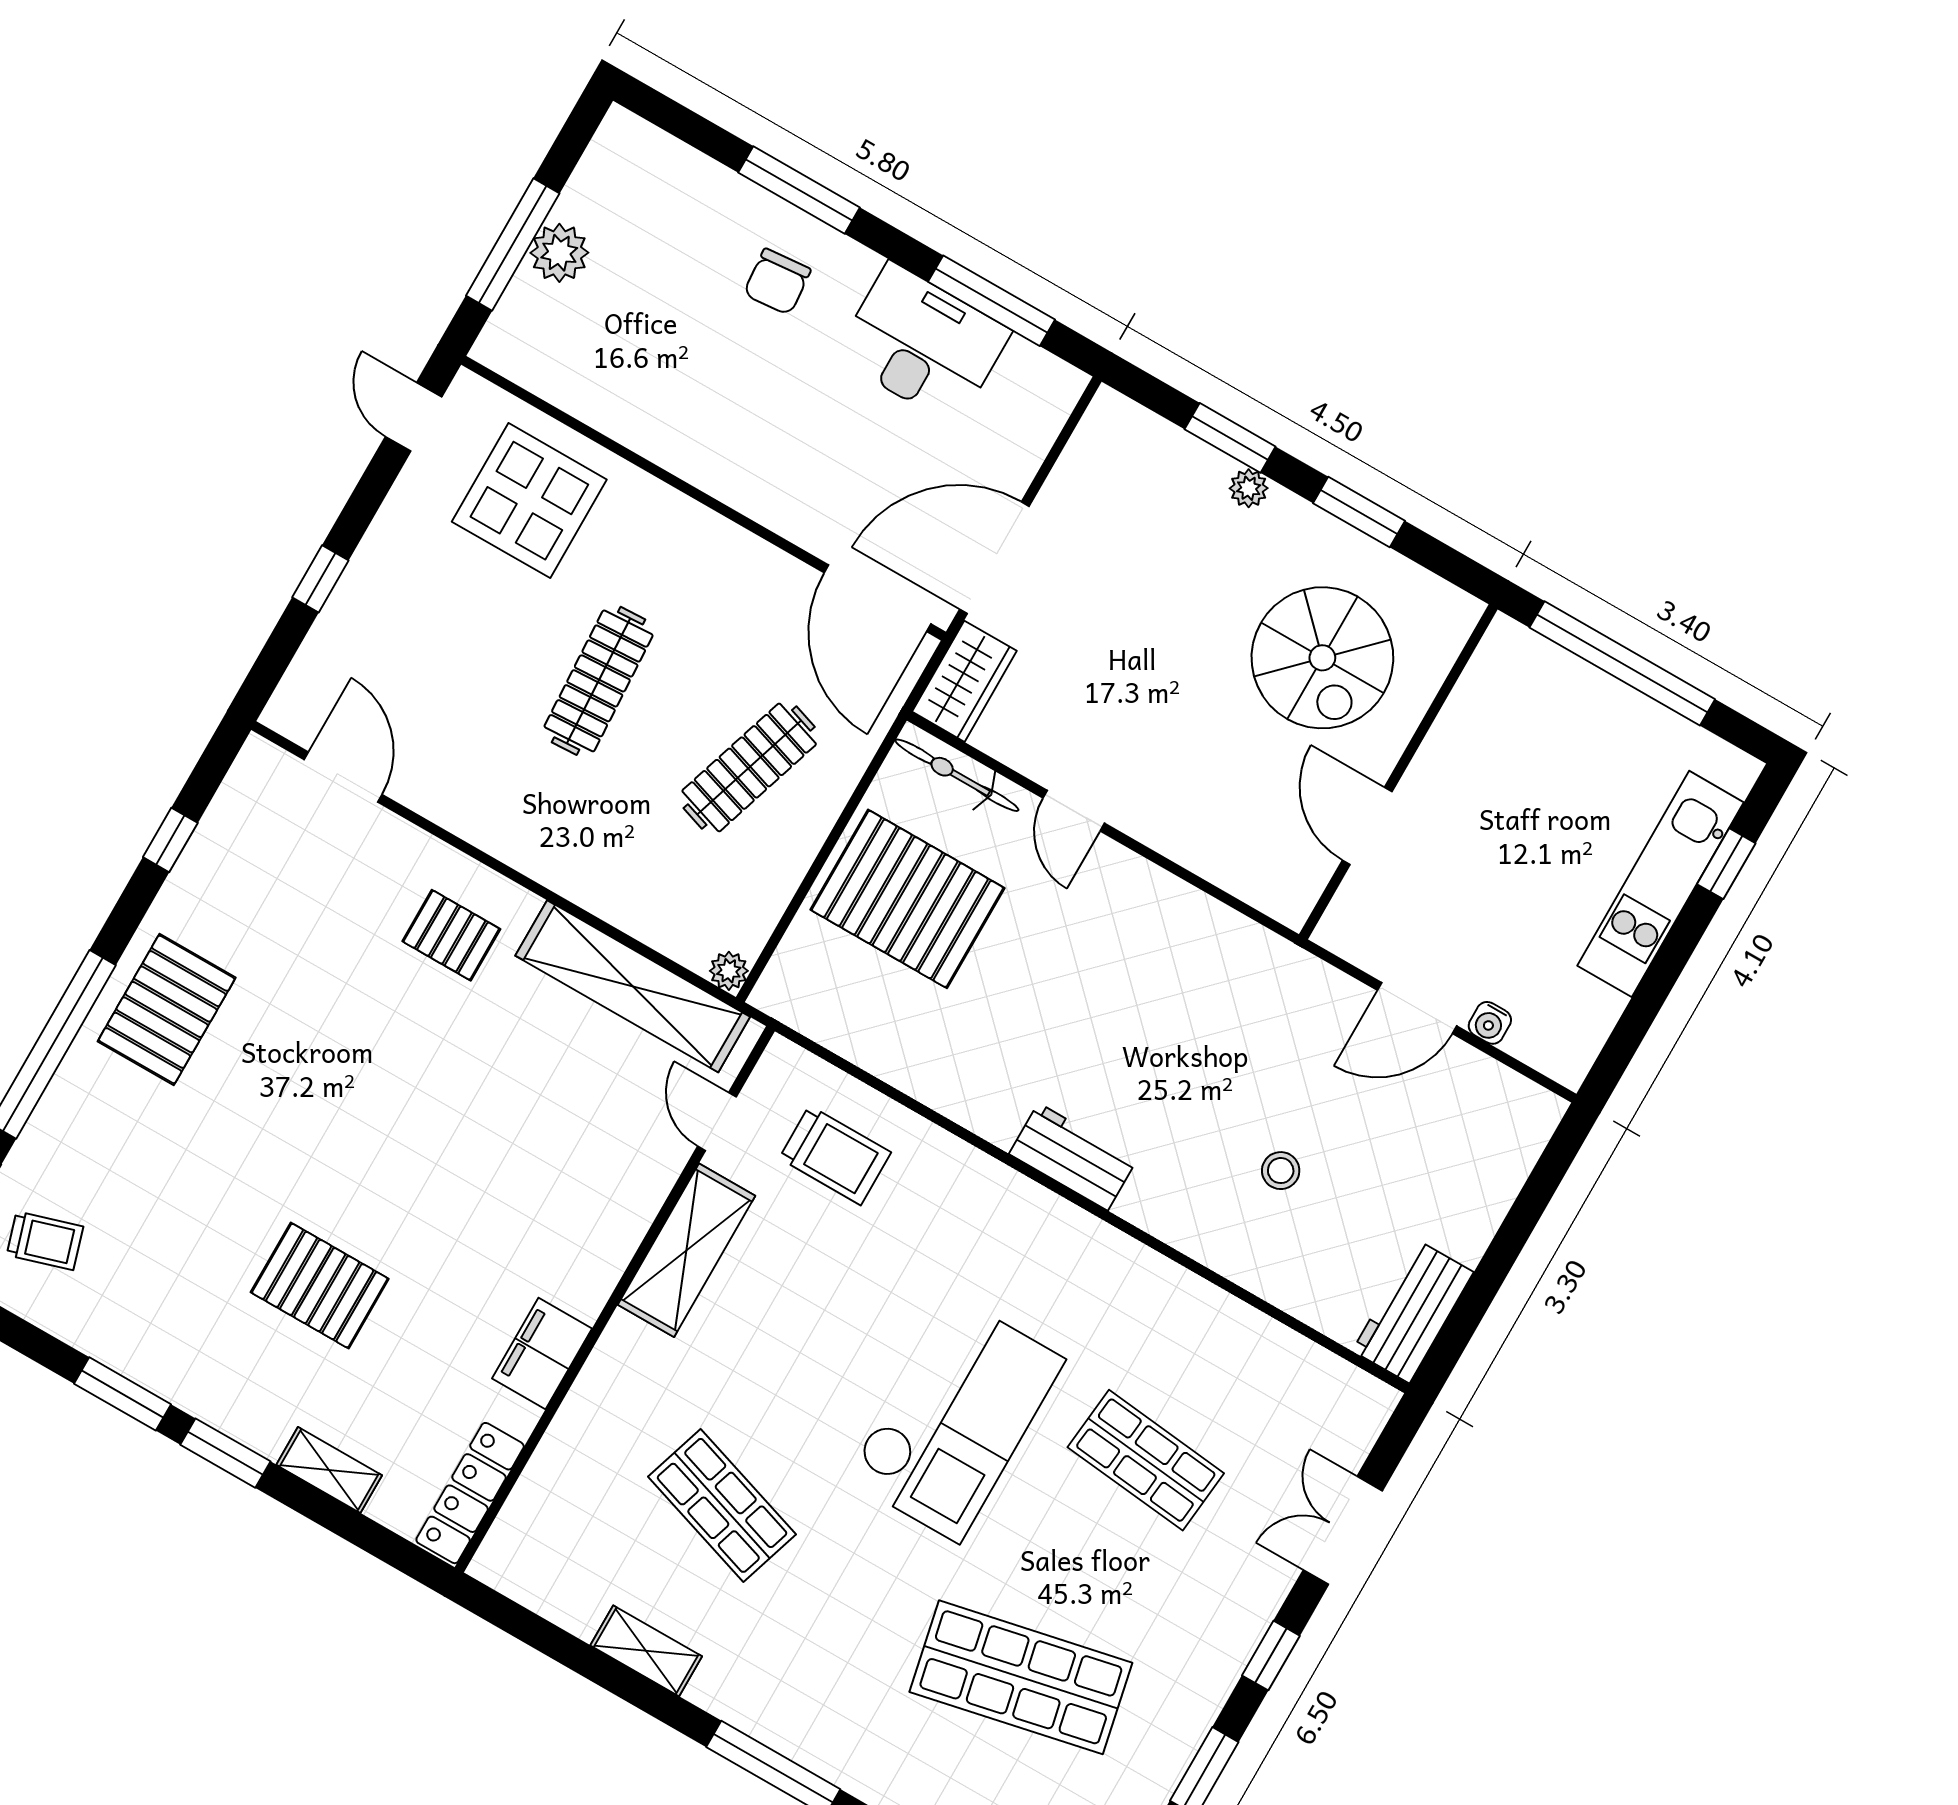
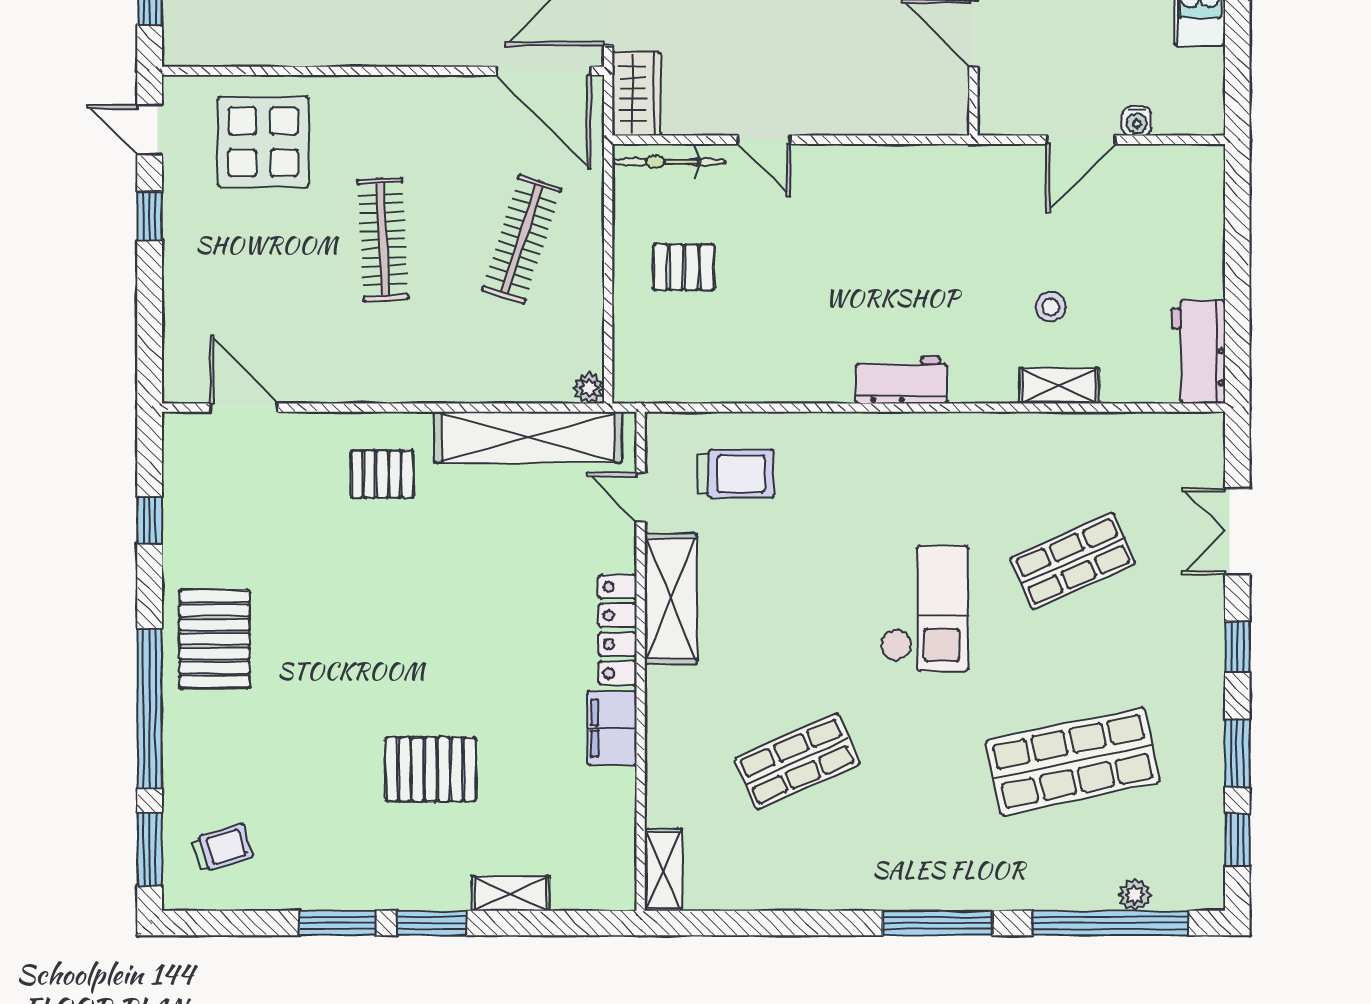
window: (320, 579) -> (150, 216), moved
pallet: (907, 899) -> (684, 267), width x0.49, depth x0.50
shelving: (1241, 1262) -> (1059, 386), added
checkout: (955, 1419) -> (924, 608), width x0.73, depth x0.83
shop shelf: (1146, 1460) -> (1073, 561), turned -30
locker: (470, 1493) -> (618, 630), moved
shop shelf: (722, 1505) -> (797, 761), turned -42
shelving: (646, 1651) -> (663, 870), moved, turned 90

